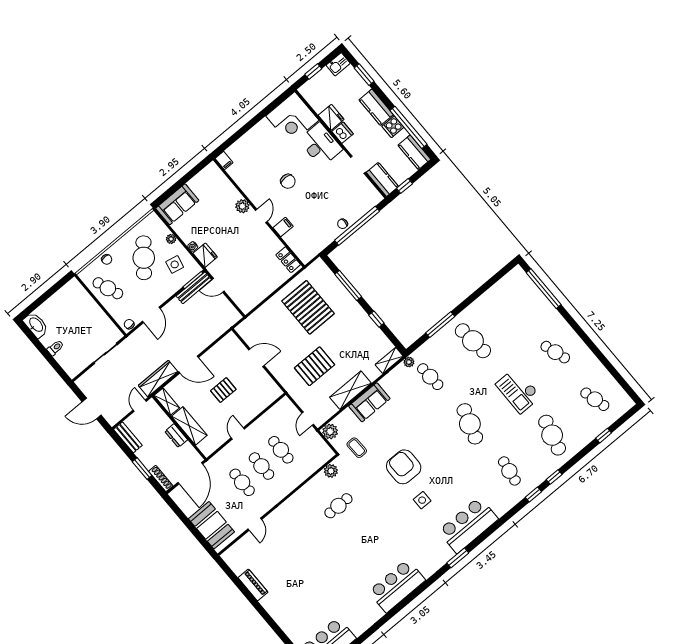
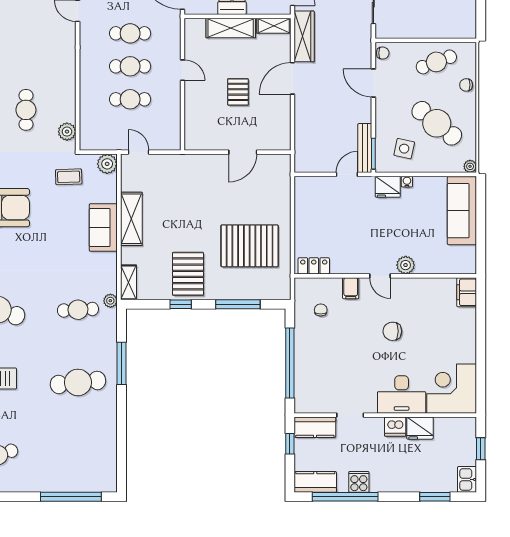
kitchen counter: (376, 107) -> (392, 481), removed
filing cabinet: (224, 160) -> (467, 292), width x2.00
sofa: (177, 204) -> (462, 211), width x1.36
chair: (343, 224) -> (321, 310), moved
plant: (171, 239) -> (470, 166), moved
pallet: (315, 366) -> (188, 274), moved

